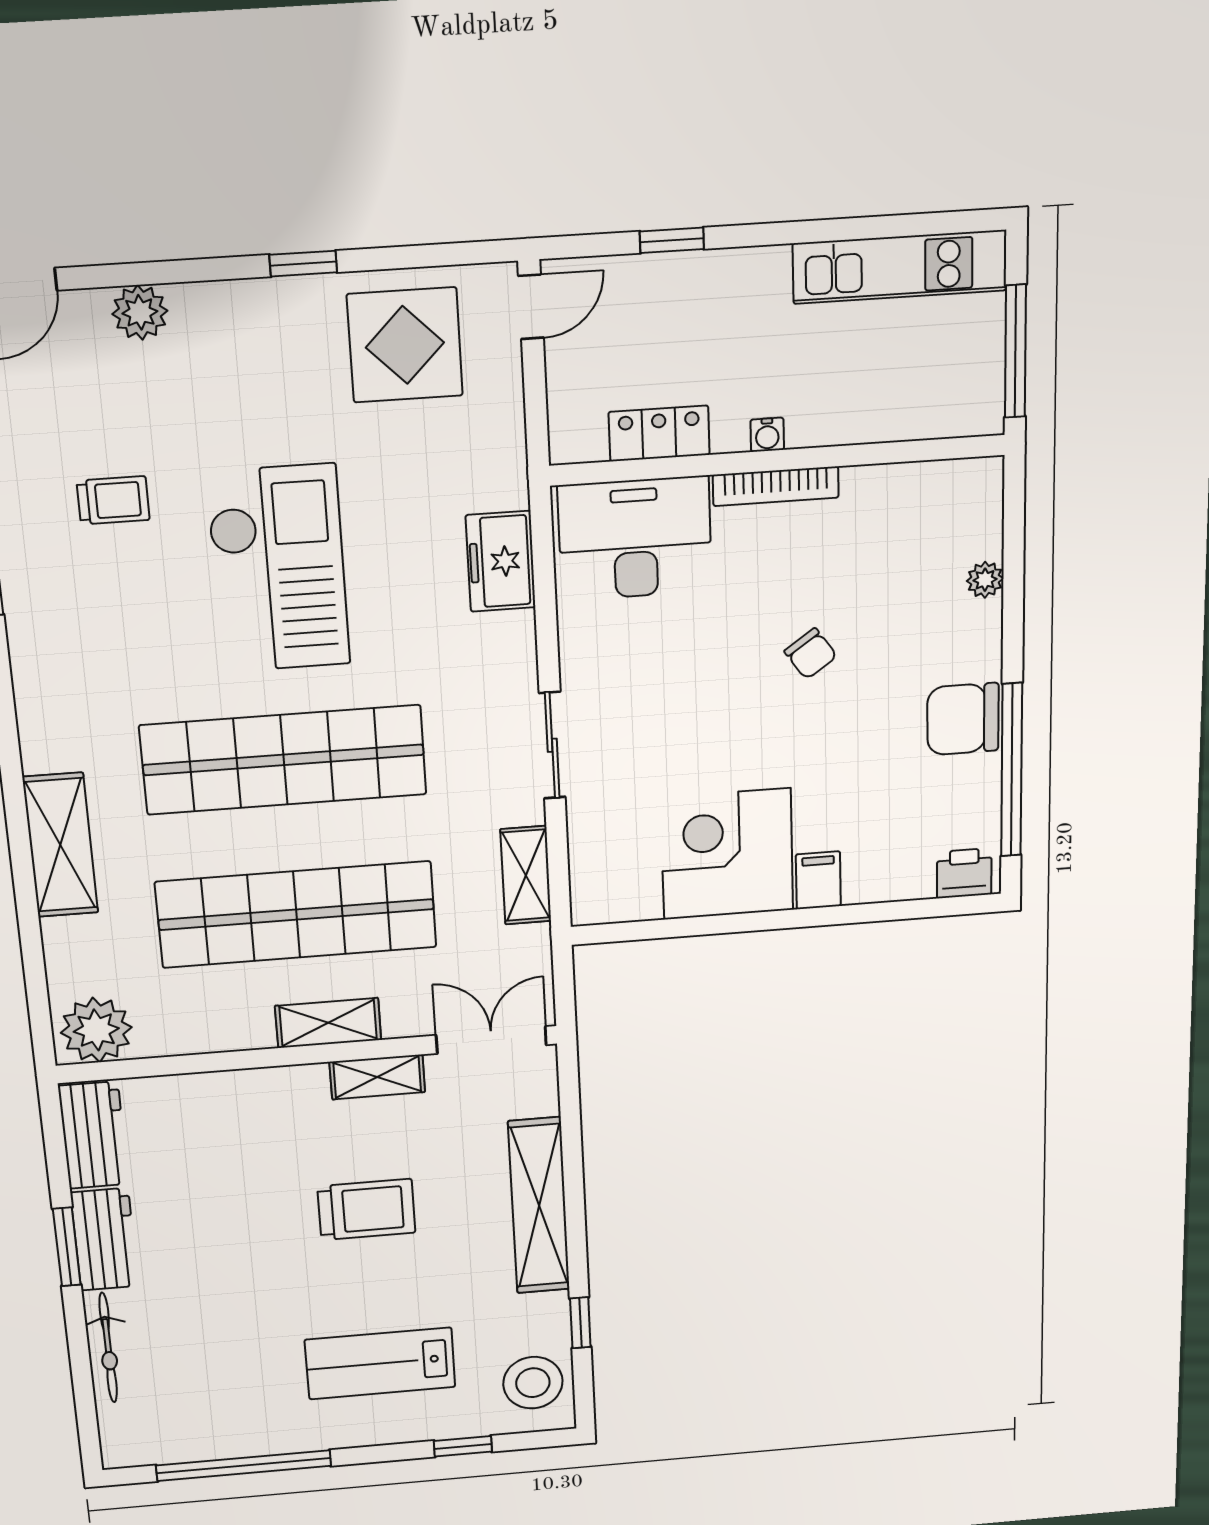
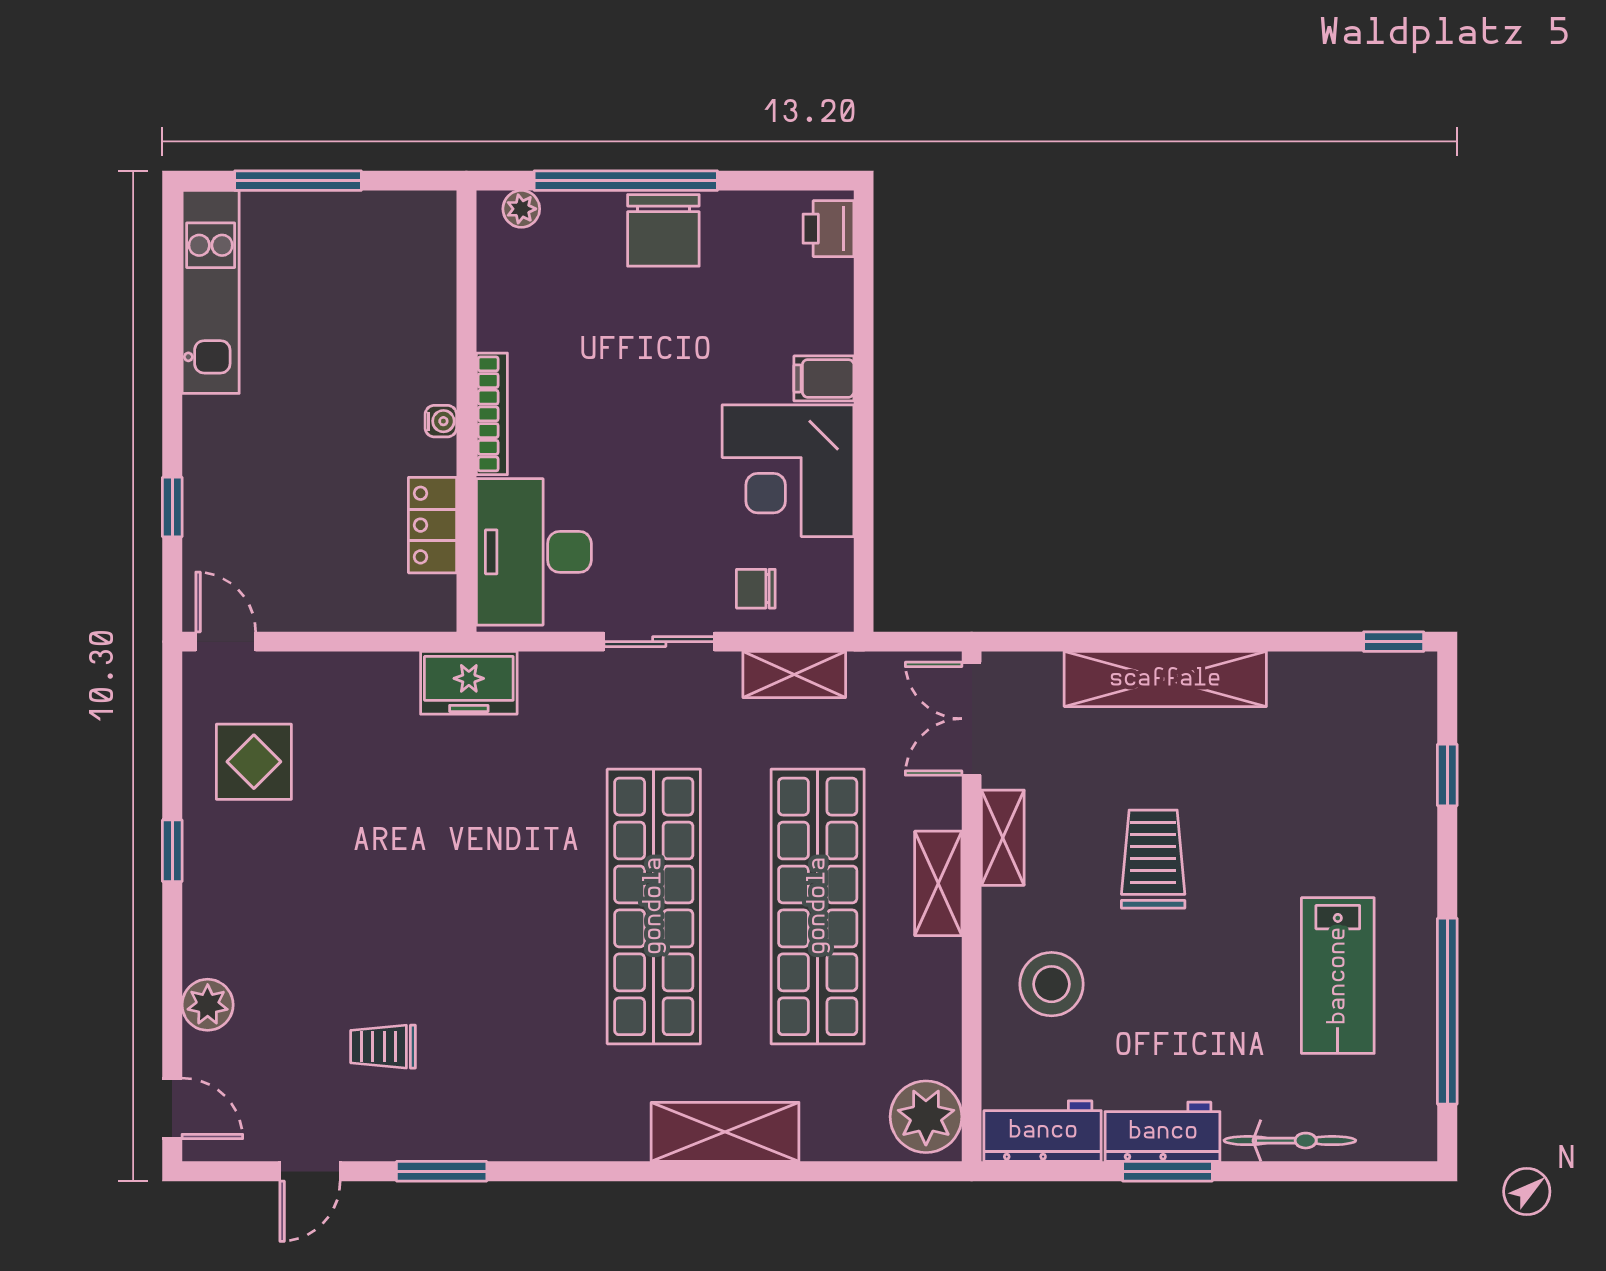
display table: (405, 345) -> (254, 762), width x0.73, depth x0.73
locker: (659, 433) -> (433, 525), moved
water cooler: (767, 435) -> (441, 421), moved
wall: (778, 460) -> (466, 411), moved
bookcase: (776, 486) -> (492, 414), moved
trolley: (113, 500) -> (383, 1047), turned -90
desk: (635, 538) -> (534, 552), moved
checkout: (278, 569) -> (461, 897), removed
chair: (811, 654) -> (756, 589), moved, turned -145
window: (1012, 770) -> (626, 181), moved
window: (580, 1323) -> (1394, 642), moved
lab bench: (380, 1363) -> (1338, 976), moved
stool: (533, 1383) -> (1052, 984), moved

